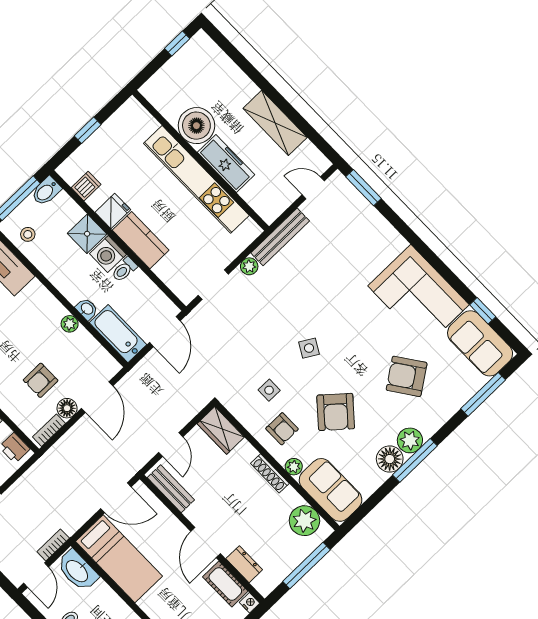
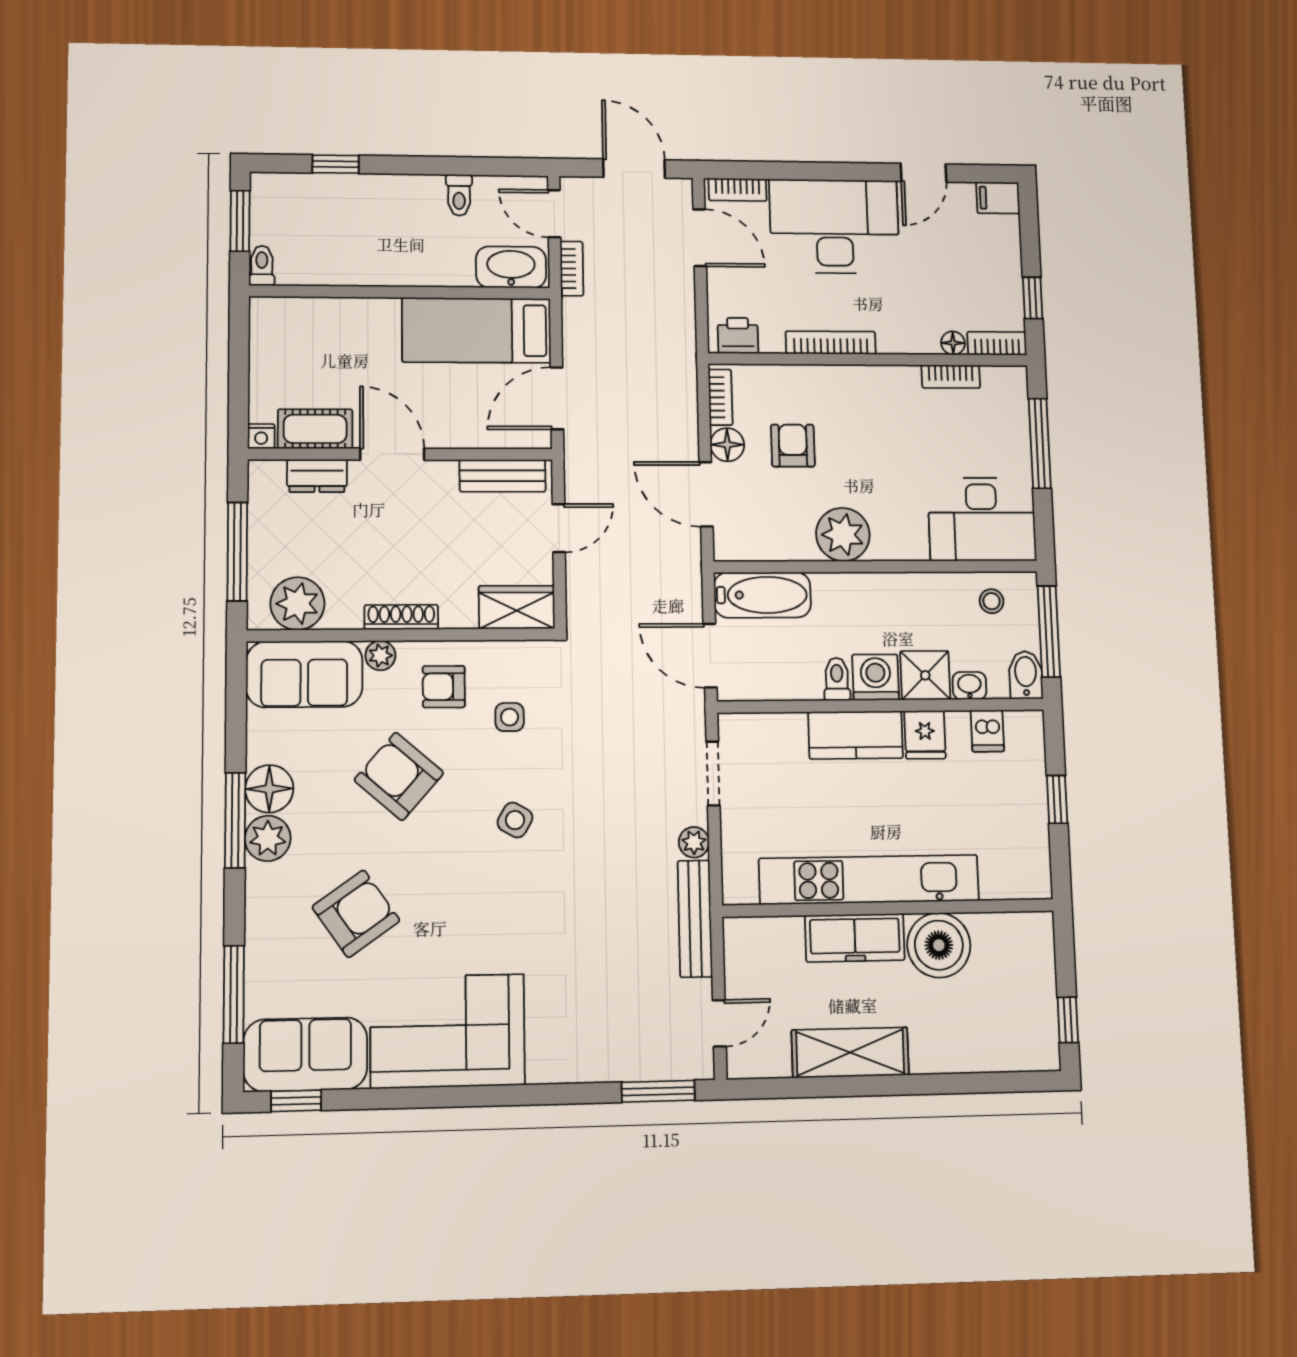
washbasin: (87, 309) -> (969, 686), moved, turned 180
window: (483, 311) -> (296, 1101), moved
plant: (70, 324) -> (843, 535), width x1.88, depth x1.88
door: (171, 445) -> (559, 528), swing flipped

